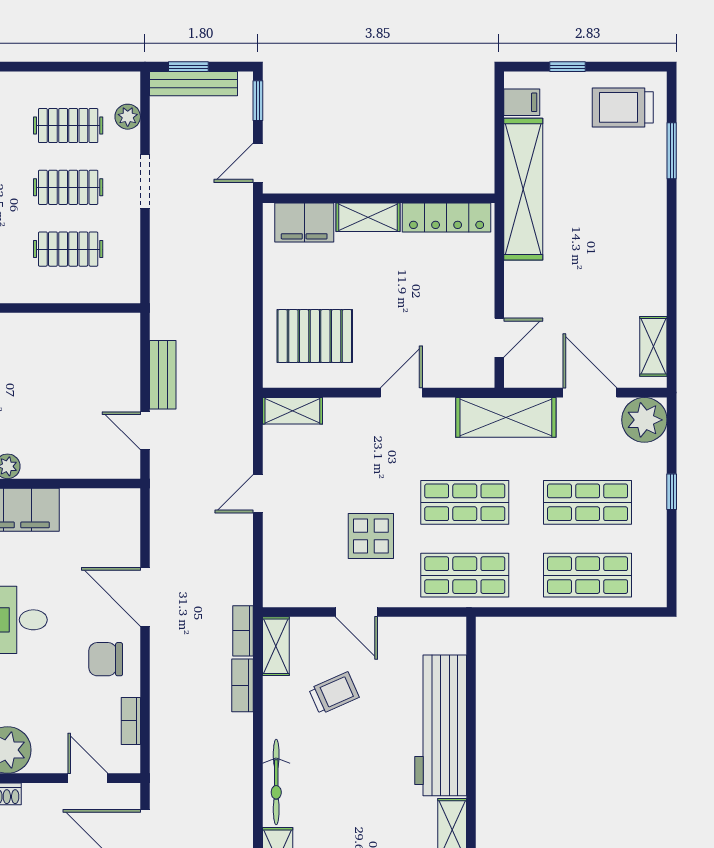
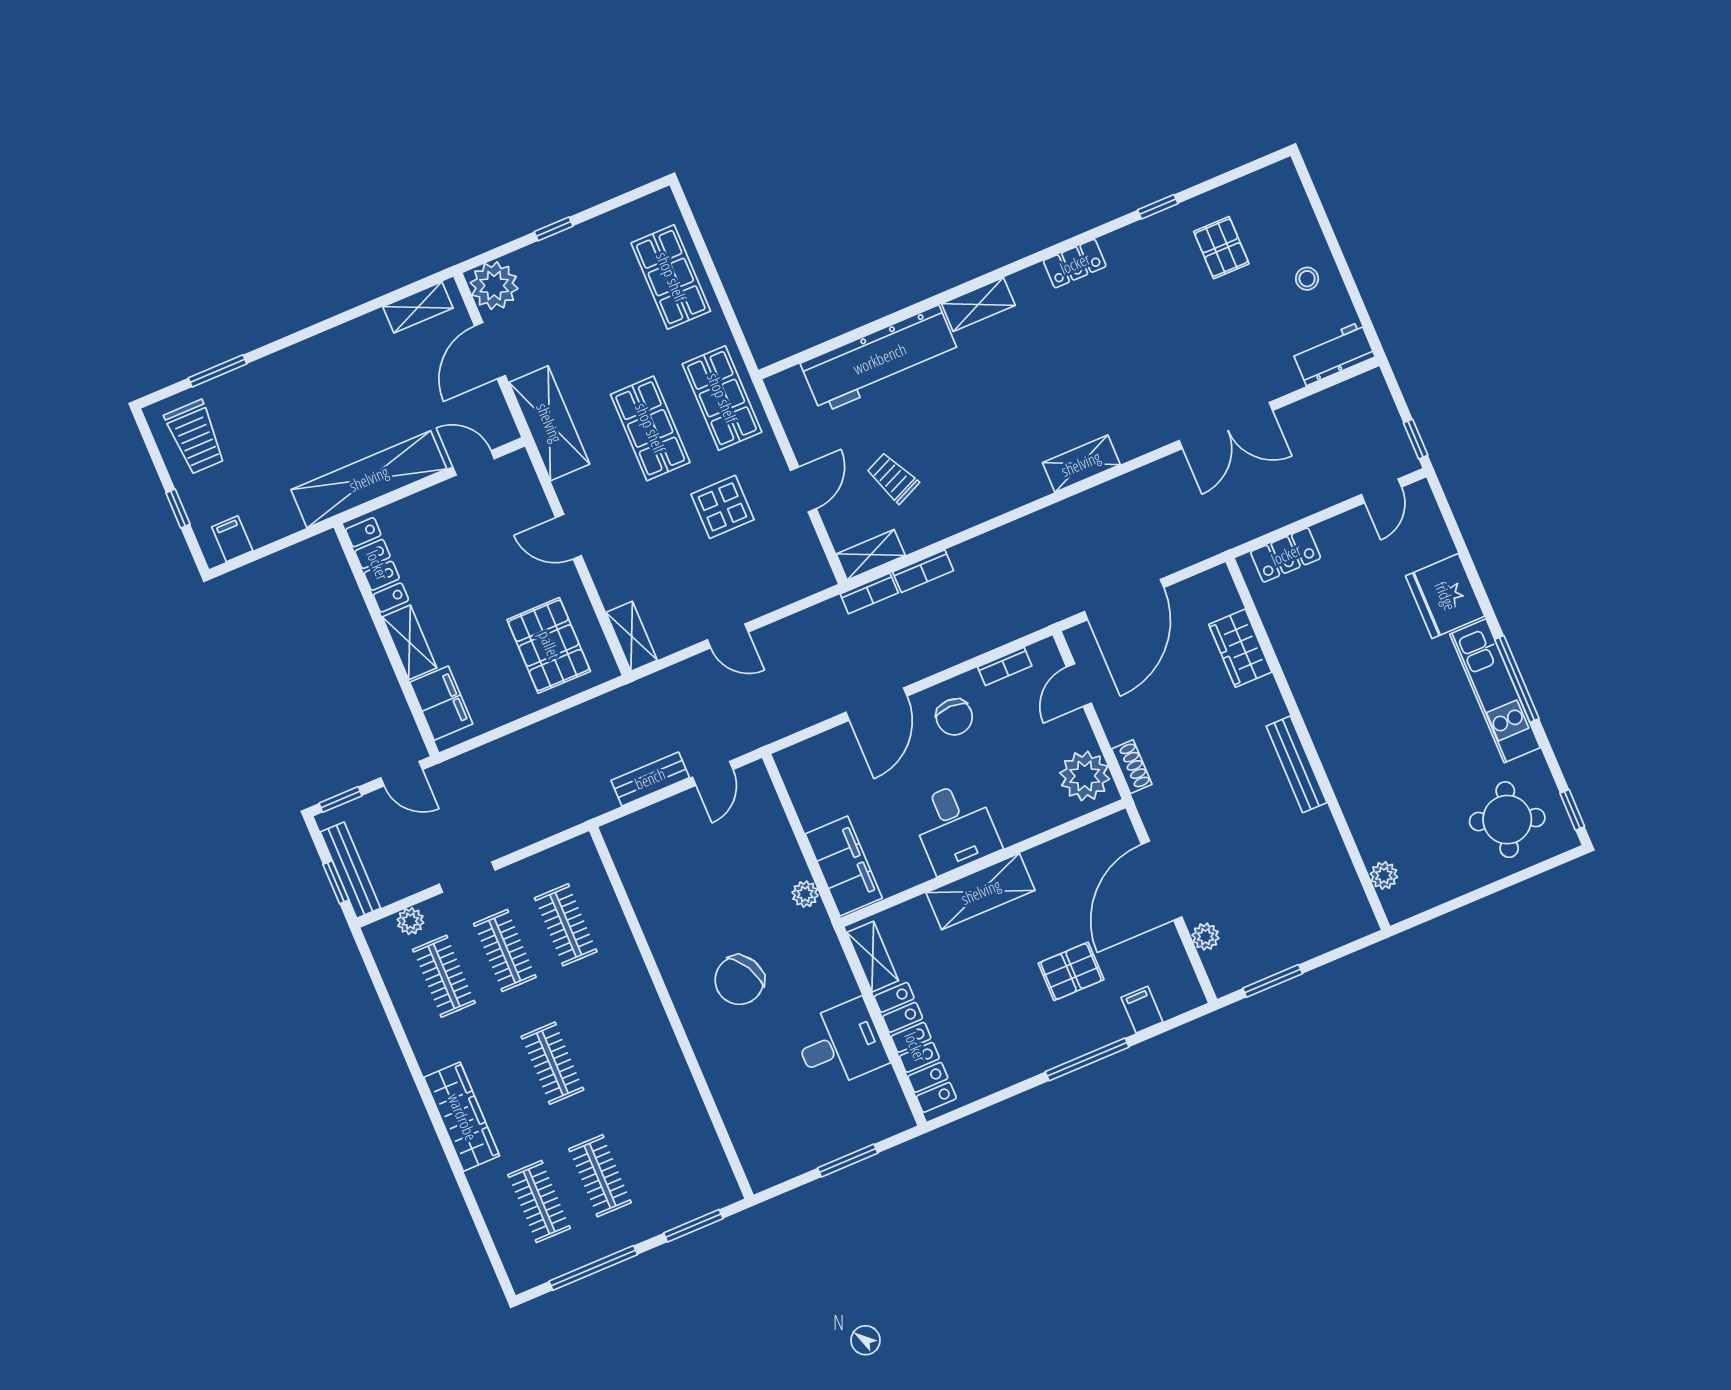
shelving: (523, 189) -> (369, 479), moved
shop shelf: (588, 502) -> (599, 307), removed
bicycle: (276, 782) -> (1004, 498), removed

